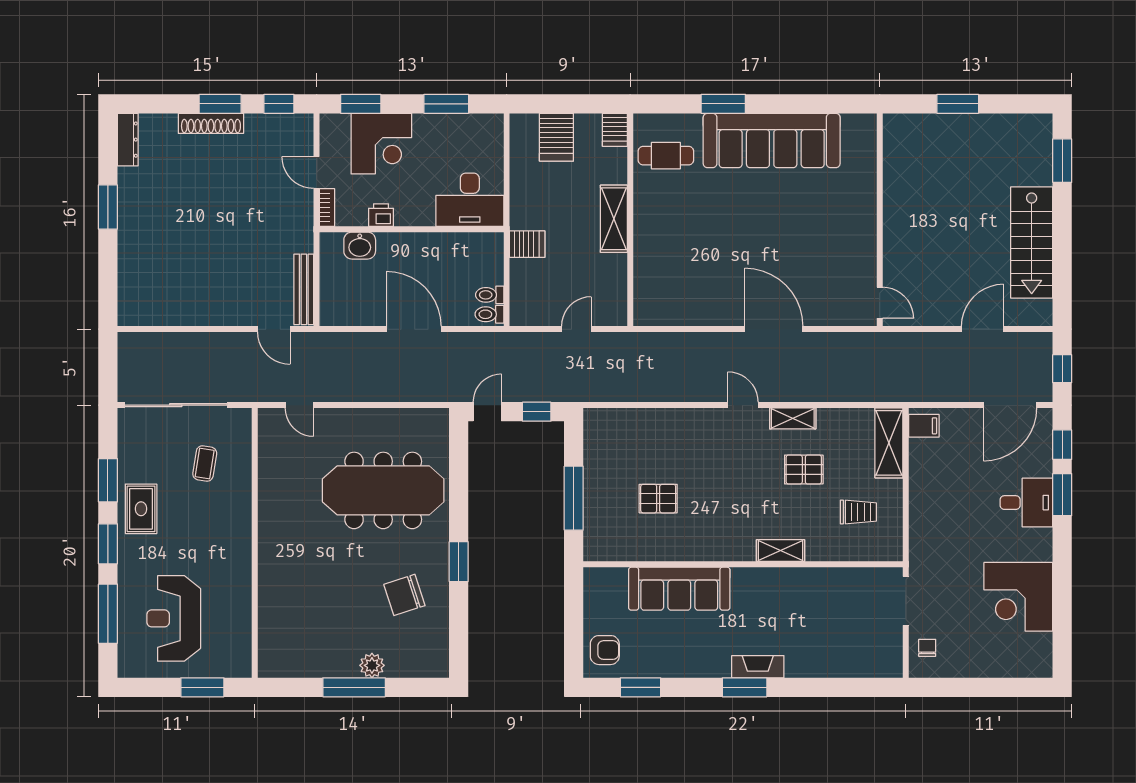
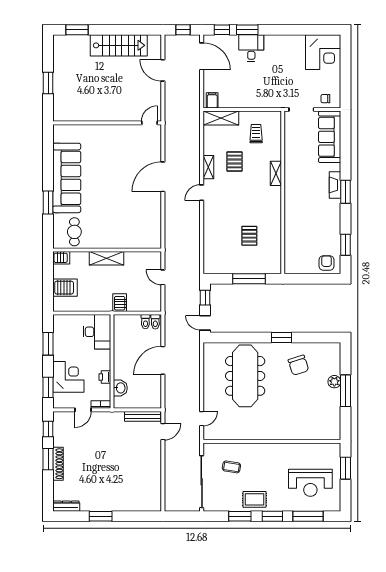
sofa: (679, 589) -> (330, 137), moved, turned 180
corner desk: (1018, 597) -> (323, 52), moved

